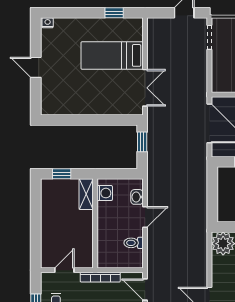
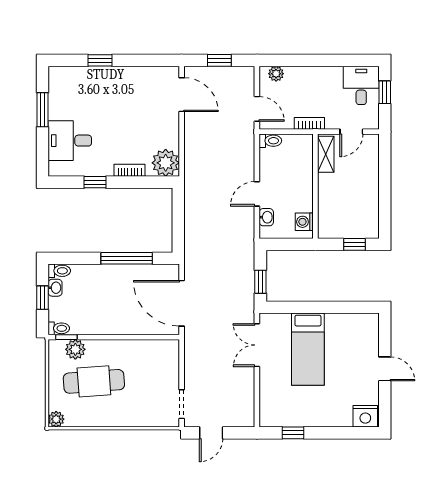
nightstand: (48, 23) -> (365, 416), width x1.89, depth x1.79
bed: (112, 55) -> (308, 349), moved, turned 90
shelving: (86, 194) -> (326, 154), moved
toilet: (134, 243) -> (270, 141), moved
bookcase: (100, 277) -> (309, 123), width x0.64

